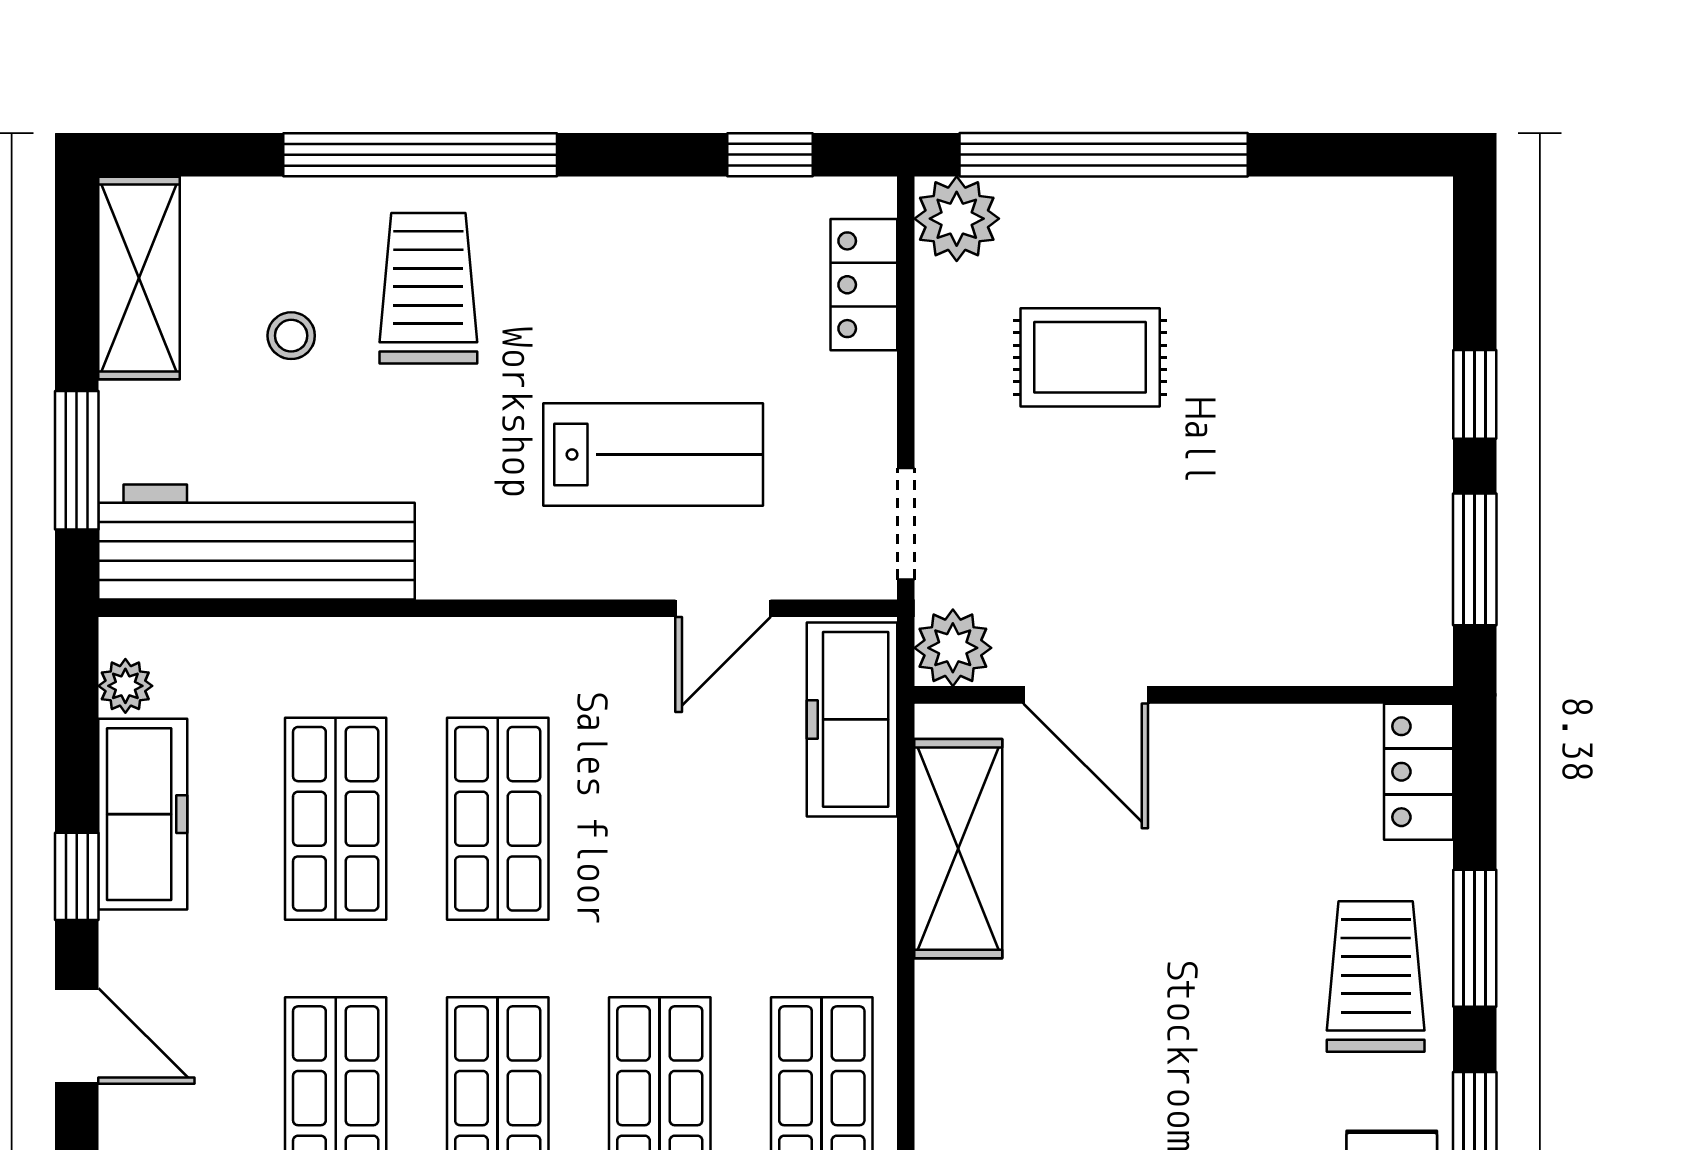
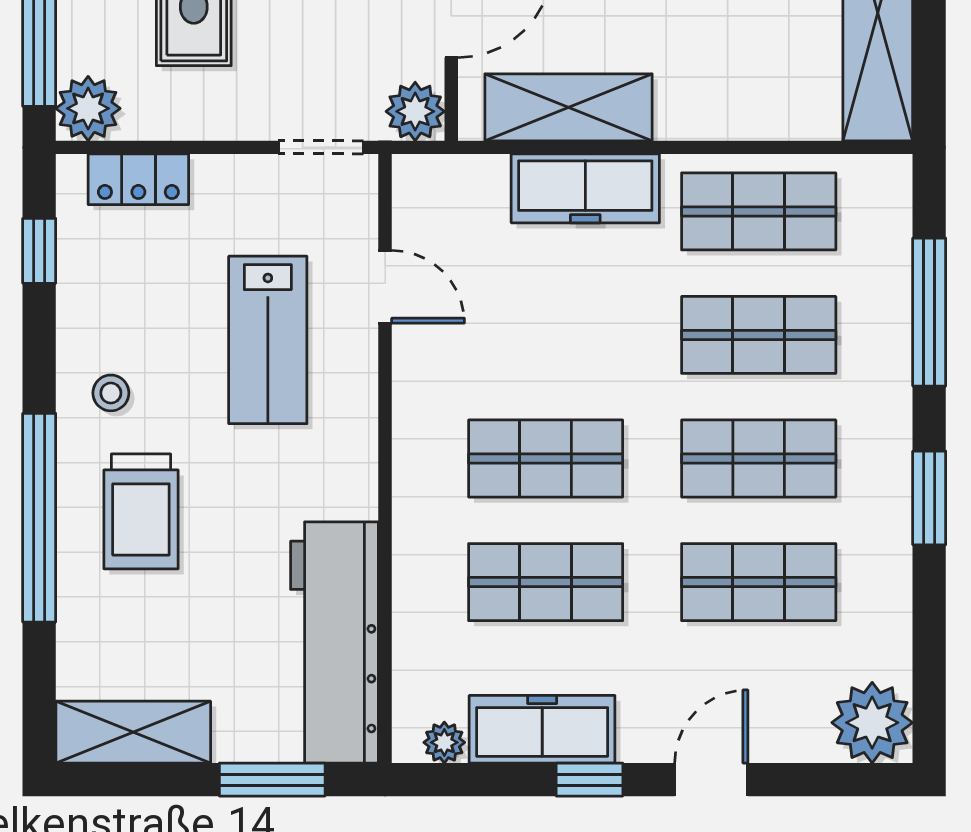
trolley: (428, 288) -> (141, 511), turned -90
stool: (291, 336) -> (111, 393), moved
lab bench: (653, 454) -> (268, 340), turned 180
freezer: (852, 719) -> (585, 188), moved

